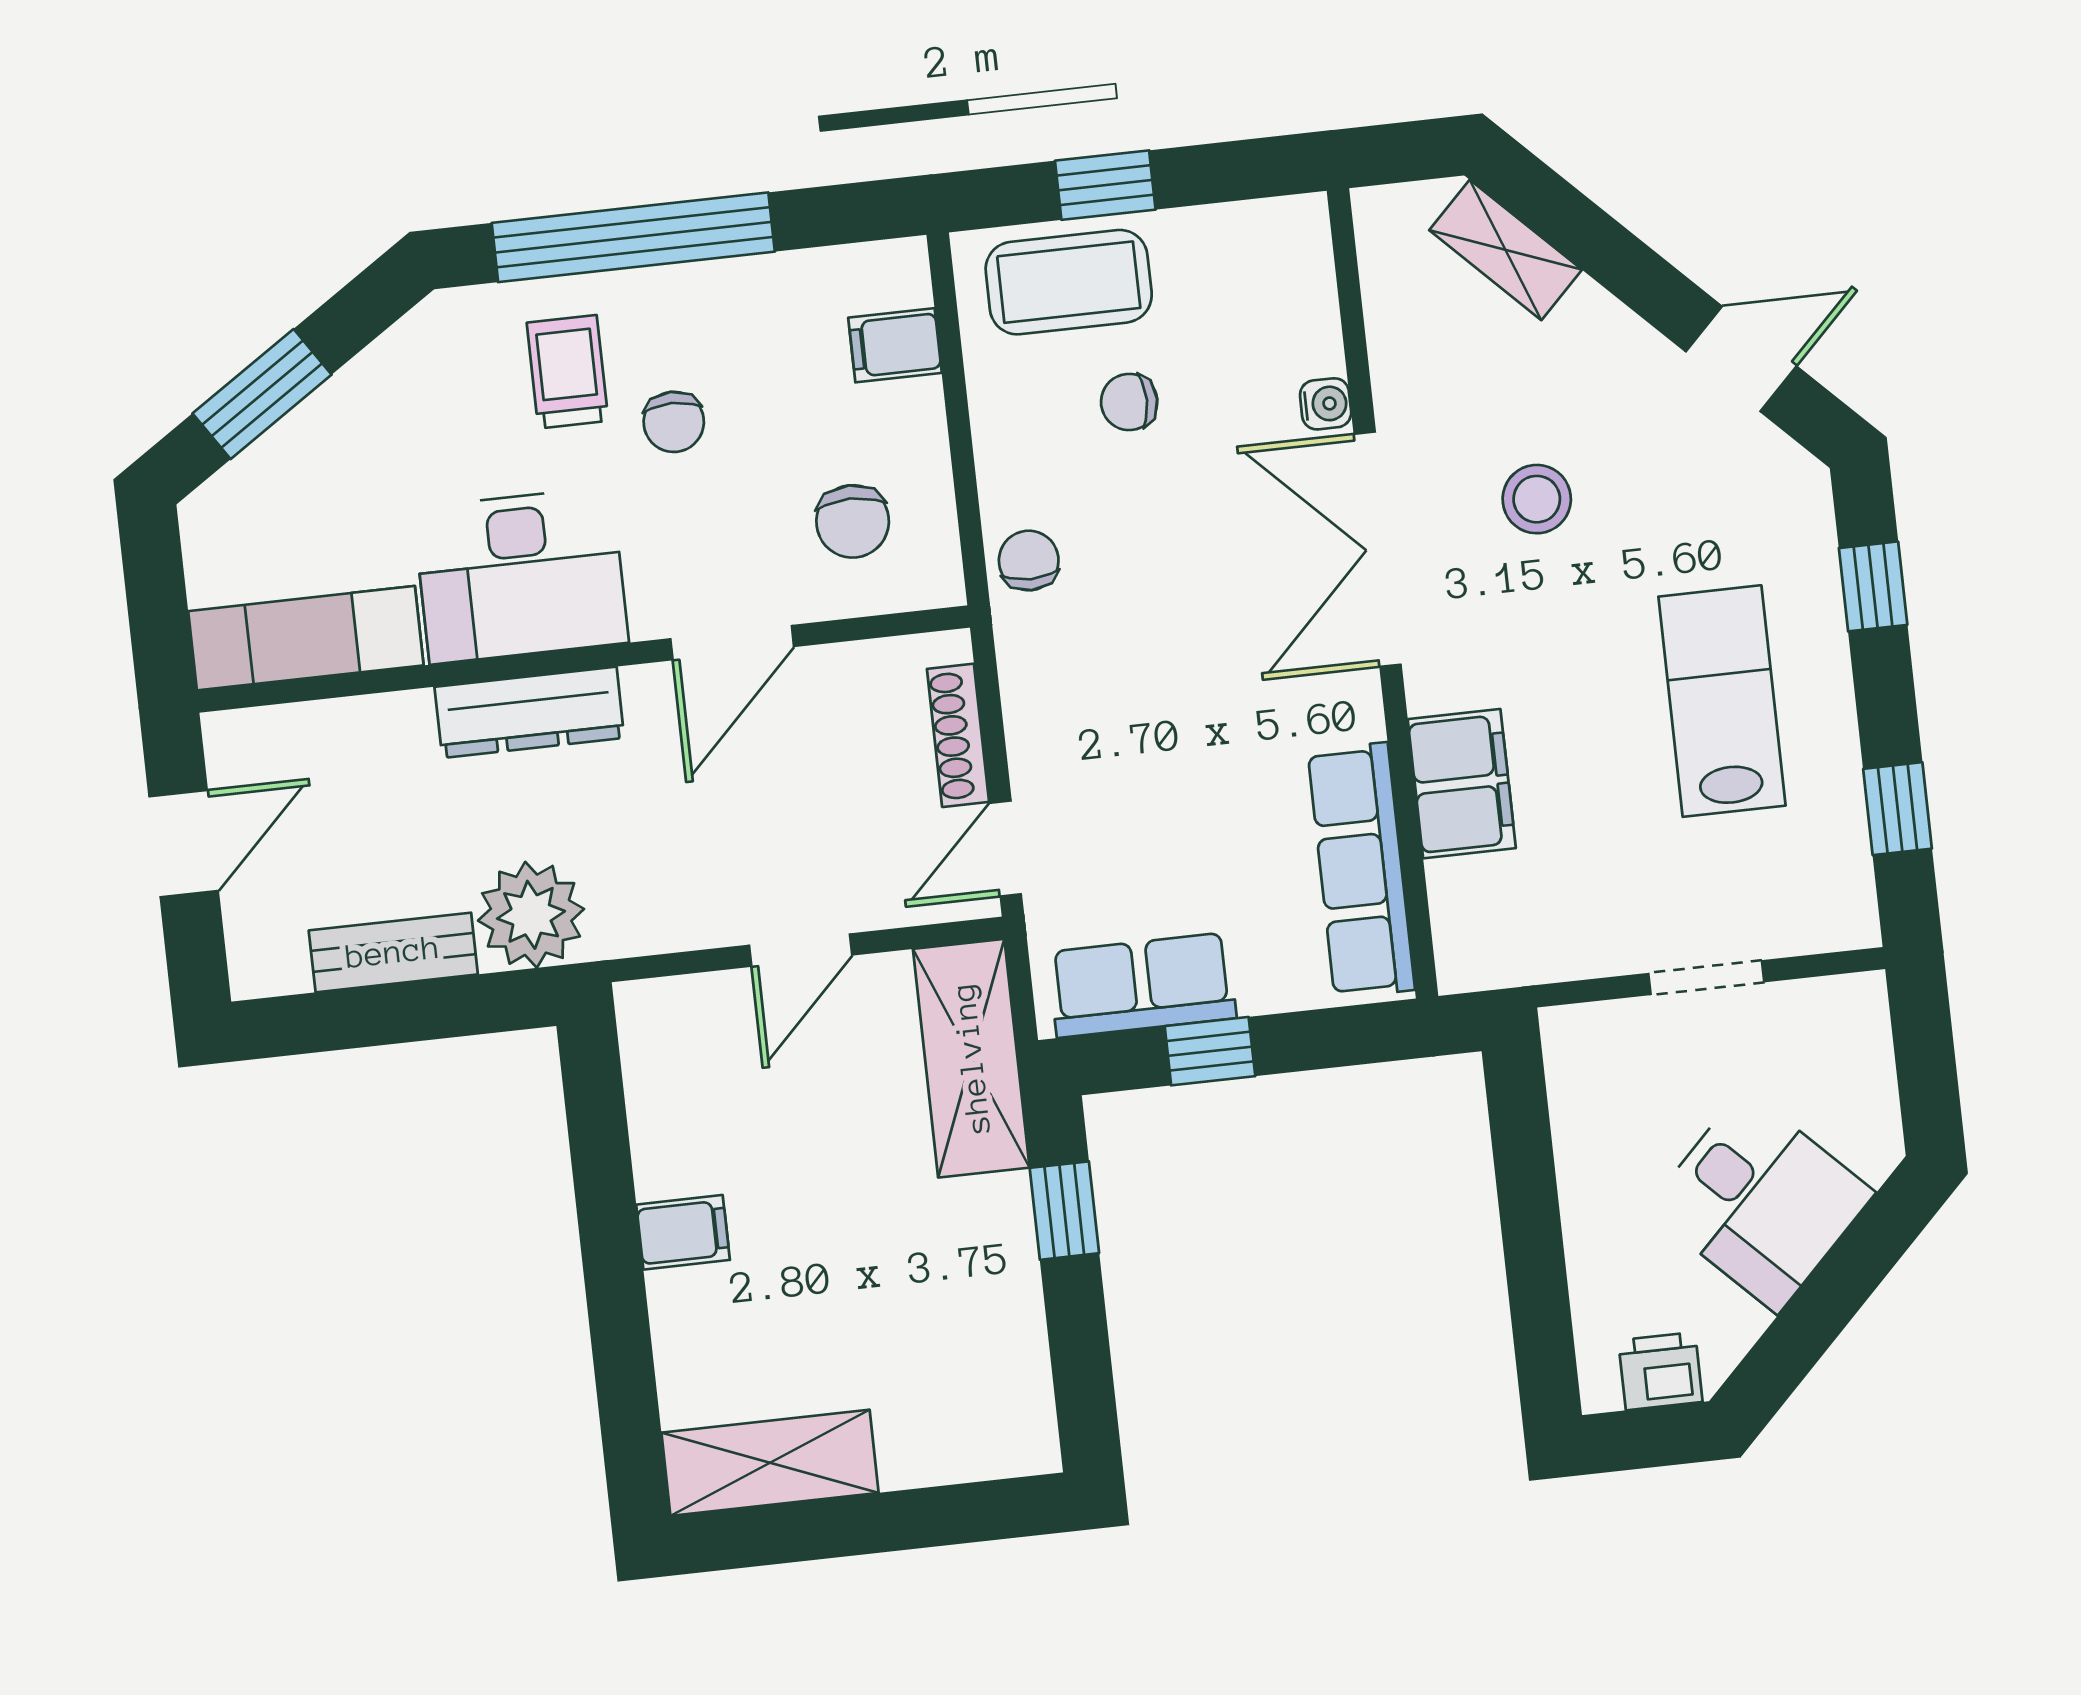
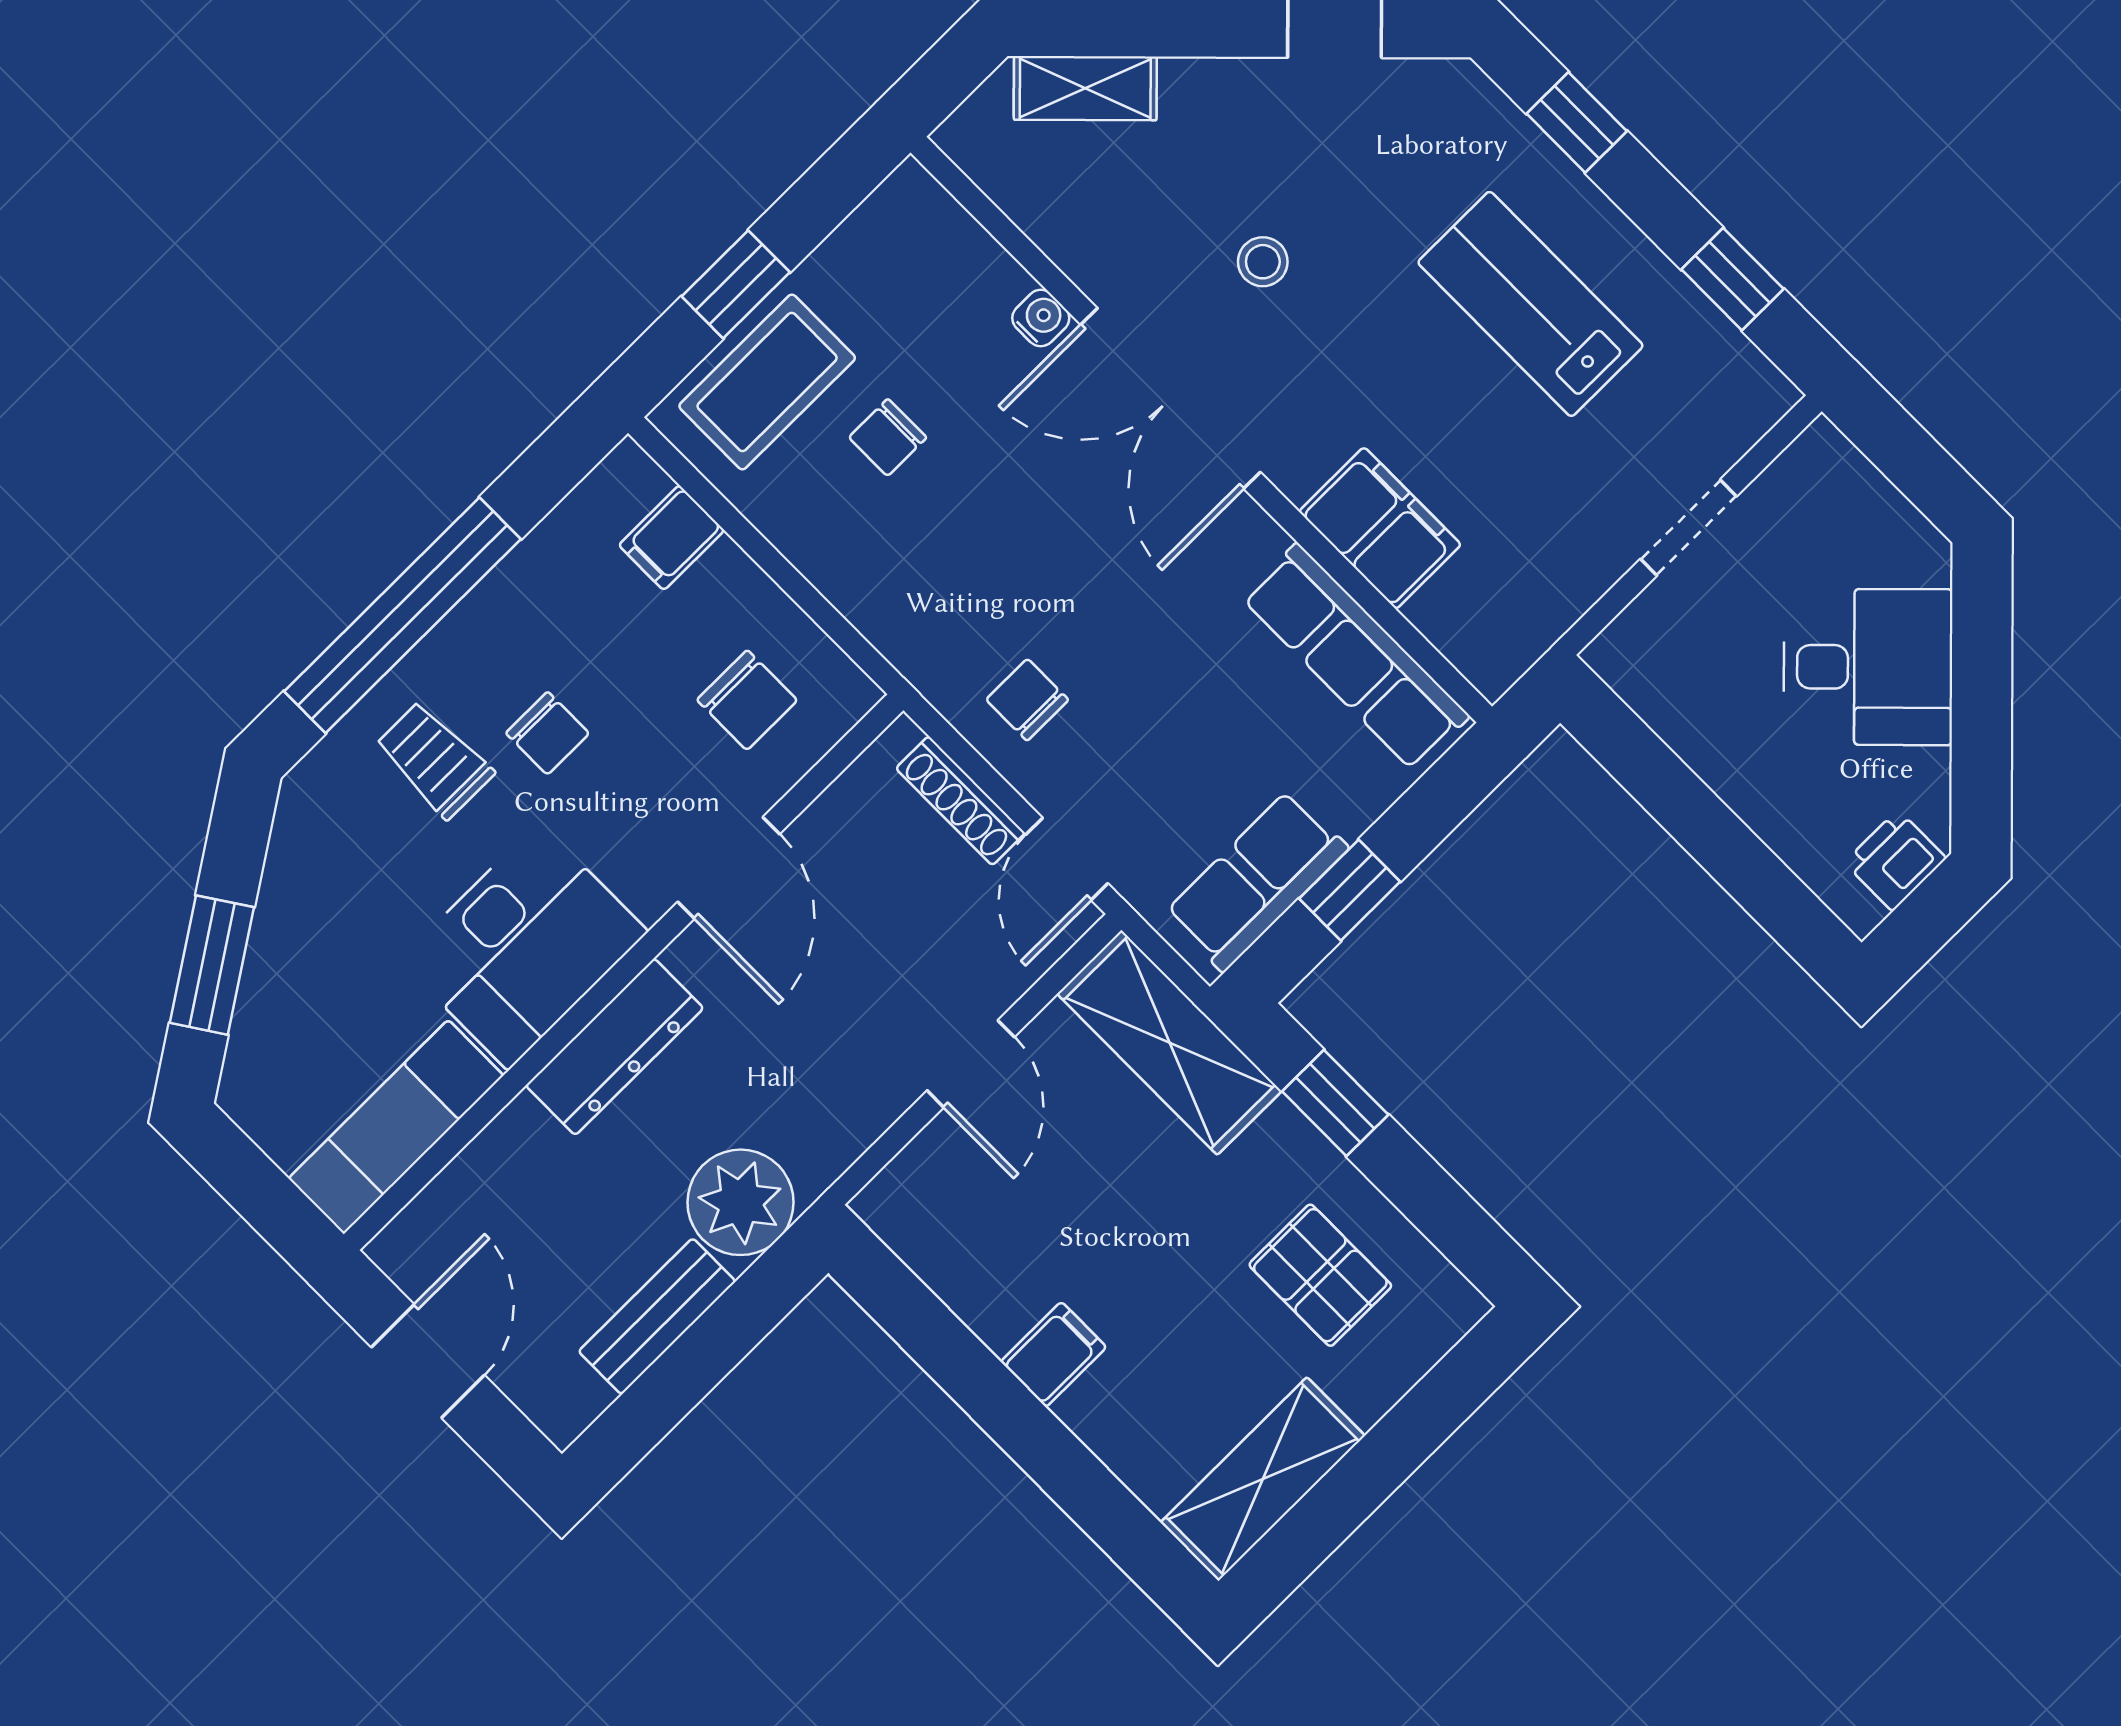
stool: (1537, 499) -> (1263, 262), width x0.73, depth x0.73
chair: (1029, 561) -> (1027, 700), moved
pallet: (944, 1338) -> (1320, 1275), added

